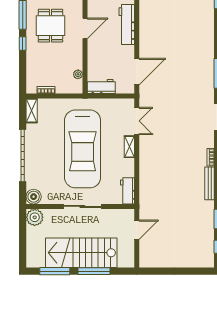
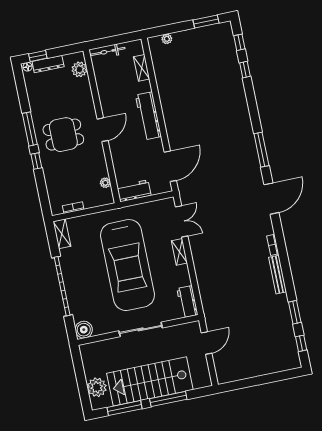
dining table: (50, 26) -> (63, 135), turned 90
plant: (35, 217) -> (97, 387), moved

